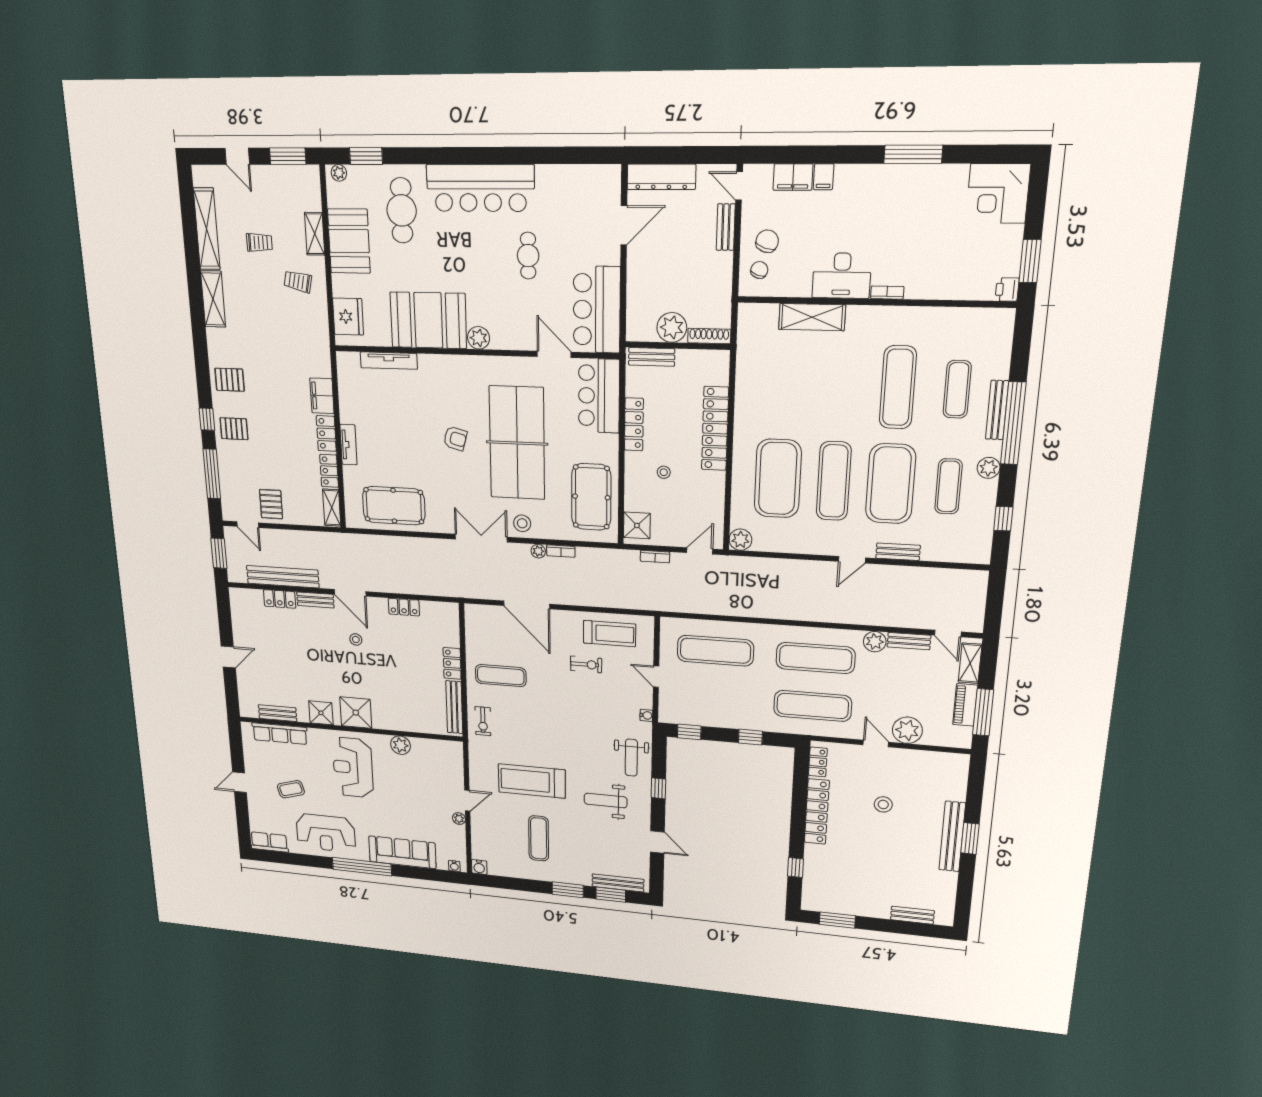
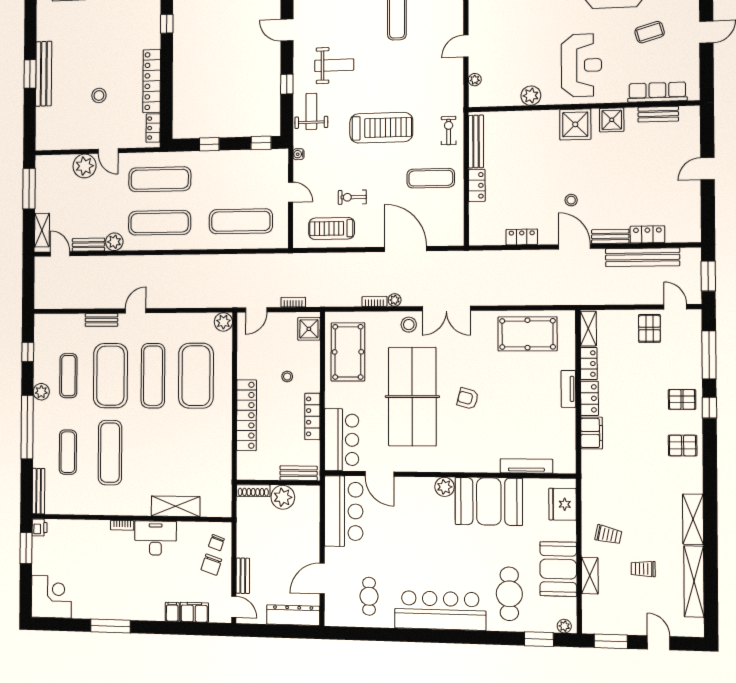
cafe table: (528, 256) -> (369, 596), moved
bench: (997, 410) -> (39, 491), moved
piano: (965, 705) -> (43, 194), removed
treadmill: (532, 781) -> (381, 128), moved
plant: (459, 819) -> (475, 80), moved

